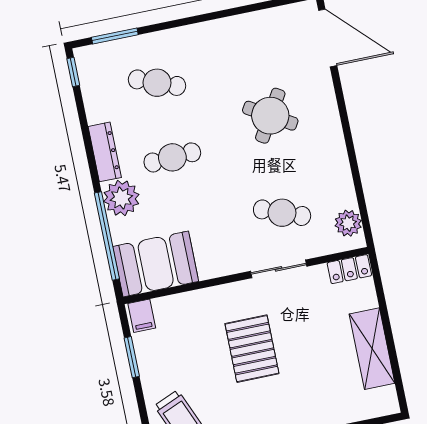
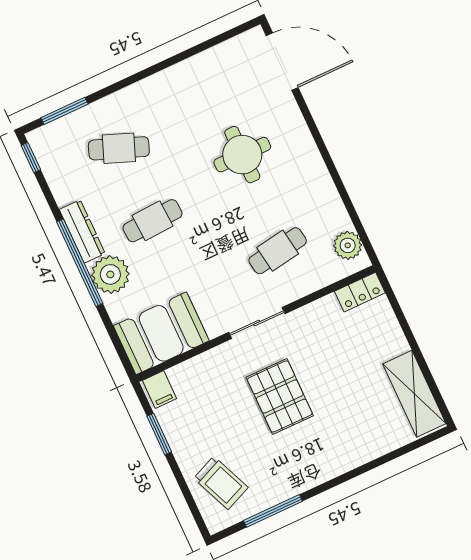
round table: (270, 116) -> (242, 155), turned -31
cafe table: (282, 213) -> (278, 251), turned -30
window: (107, 236) -> (80, 263), moved
sliding door: (279, 269) -> (257, 323), moved
shelving: (372, 349) -> (414, 394), moved

